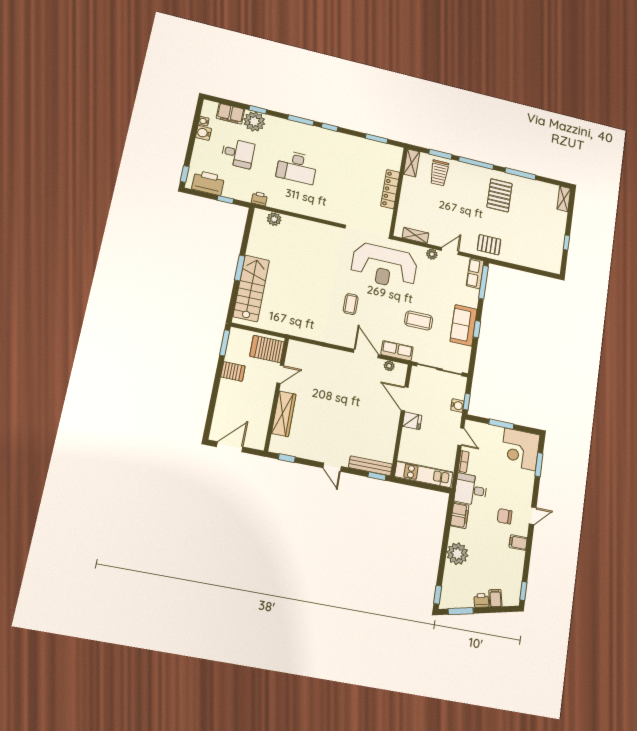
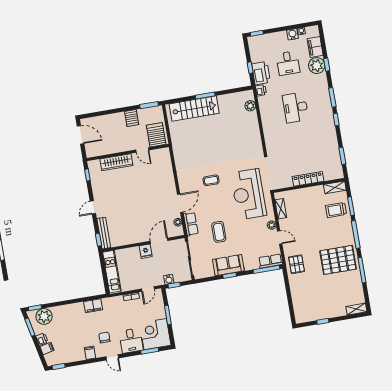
printer: (208, 183) -> (261, 73), moved
pallet: (500, 195) -> (338, 260), width x1.37, depth x1.41
desk: (471, 490) -> (131, 341), moved, turned 180
plant: (457, 554) -> (44, 316), moved

